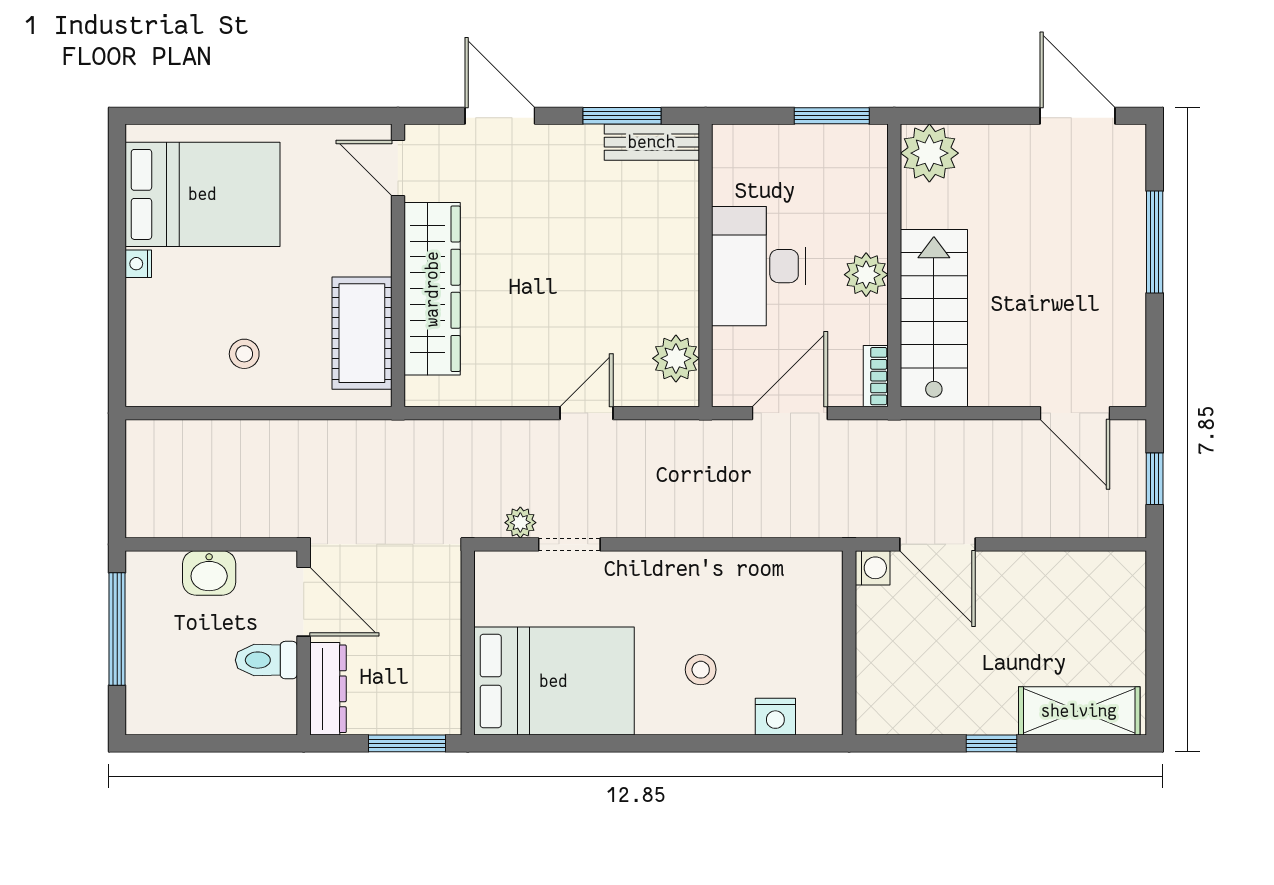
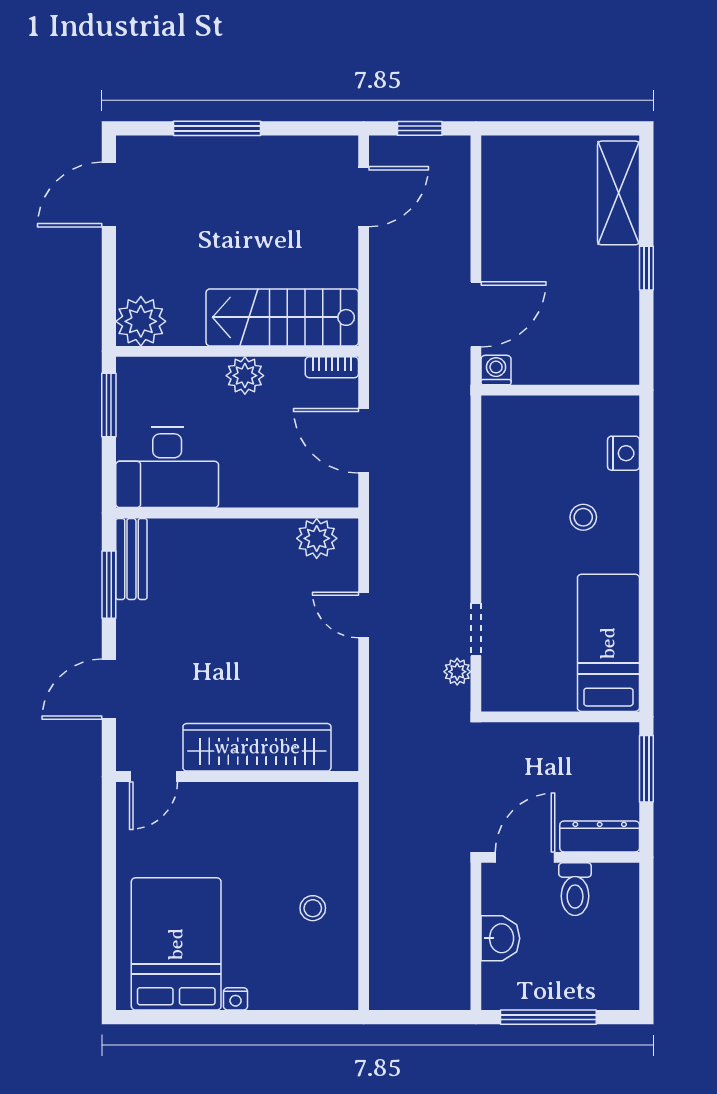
desk: (759, 266) -> (167, 468), moved
cot: (362, 333) -> (295, 807), removed
bed: (554, 681) -> (608, 643), width x0.67

